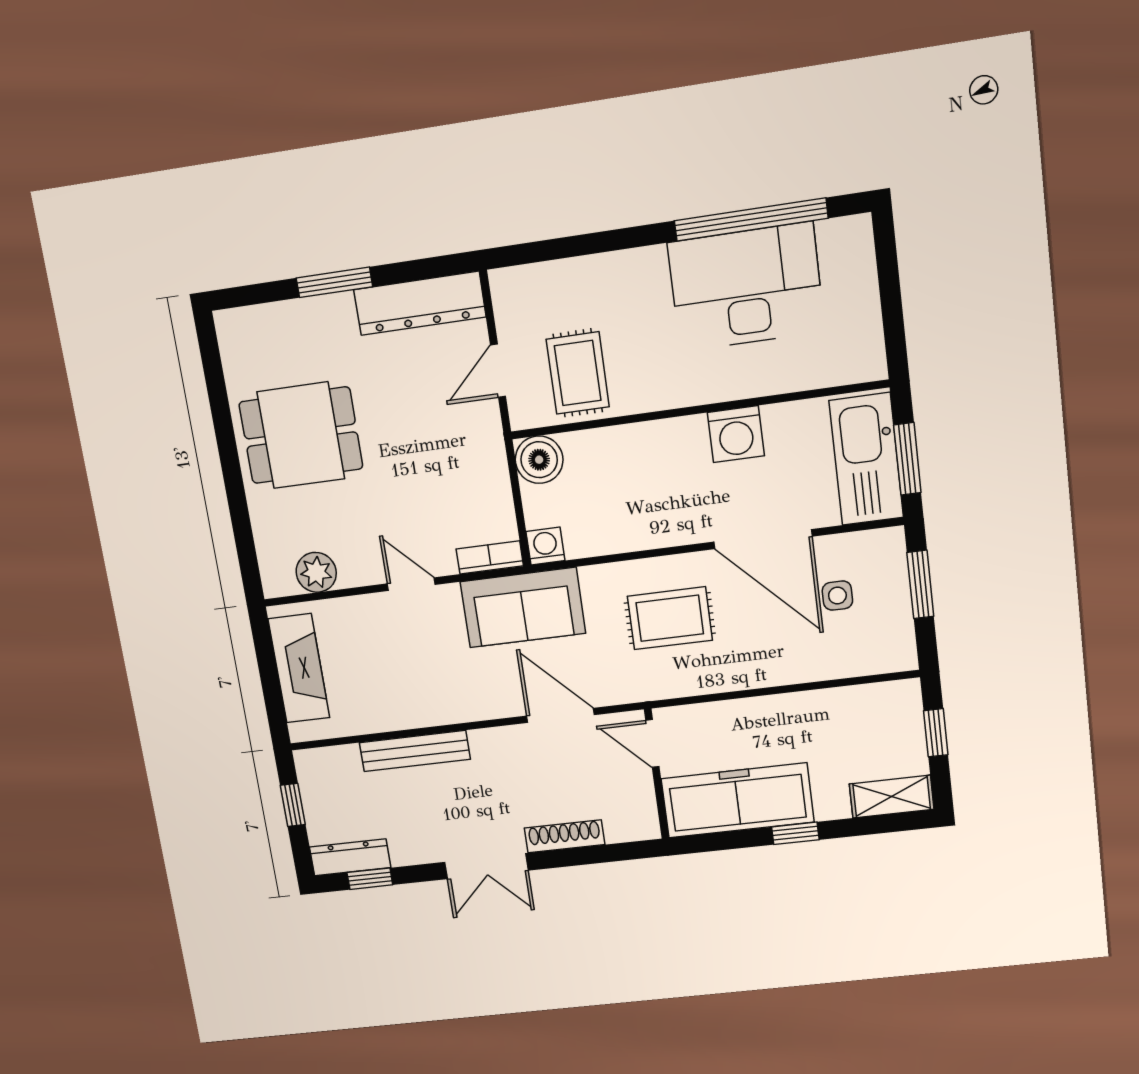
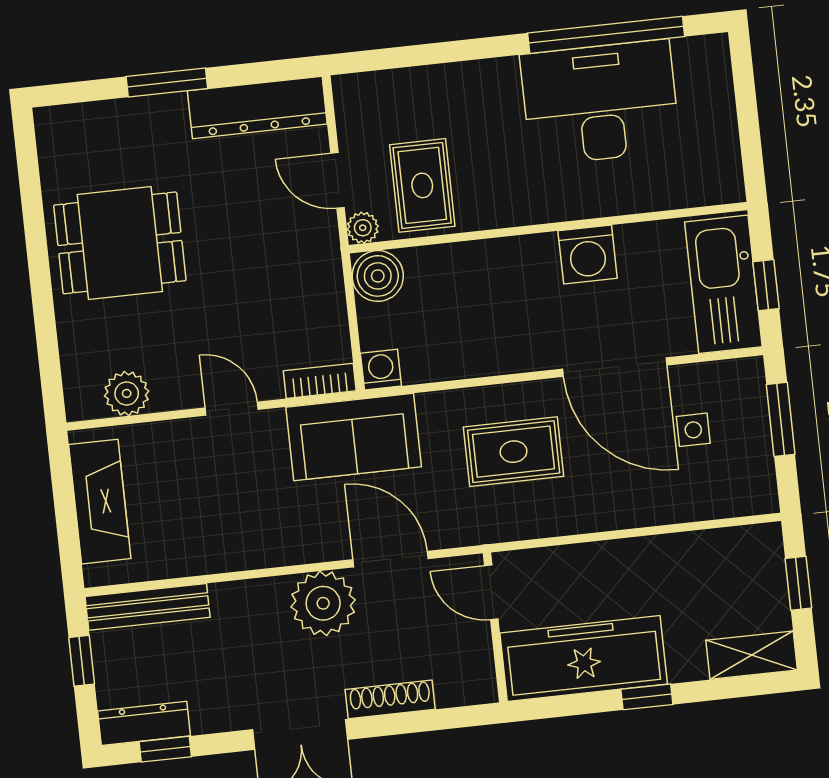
door: (498, 371) -> (338, 180), hinge flipped
plant: (523, 415) -> (363, 228), added
window: (907, 459) -> (766, 285), width x0.67
bench: (415, 751) -> (148, 607), moved
plant: (502, 754) -> (323, 603), added

